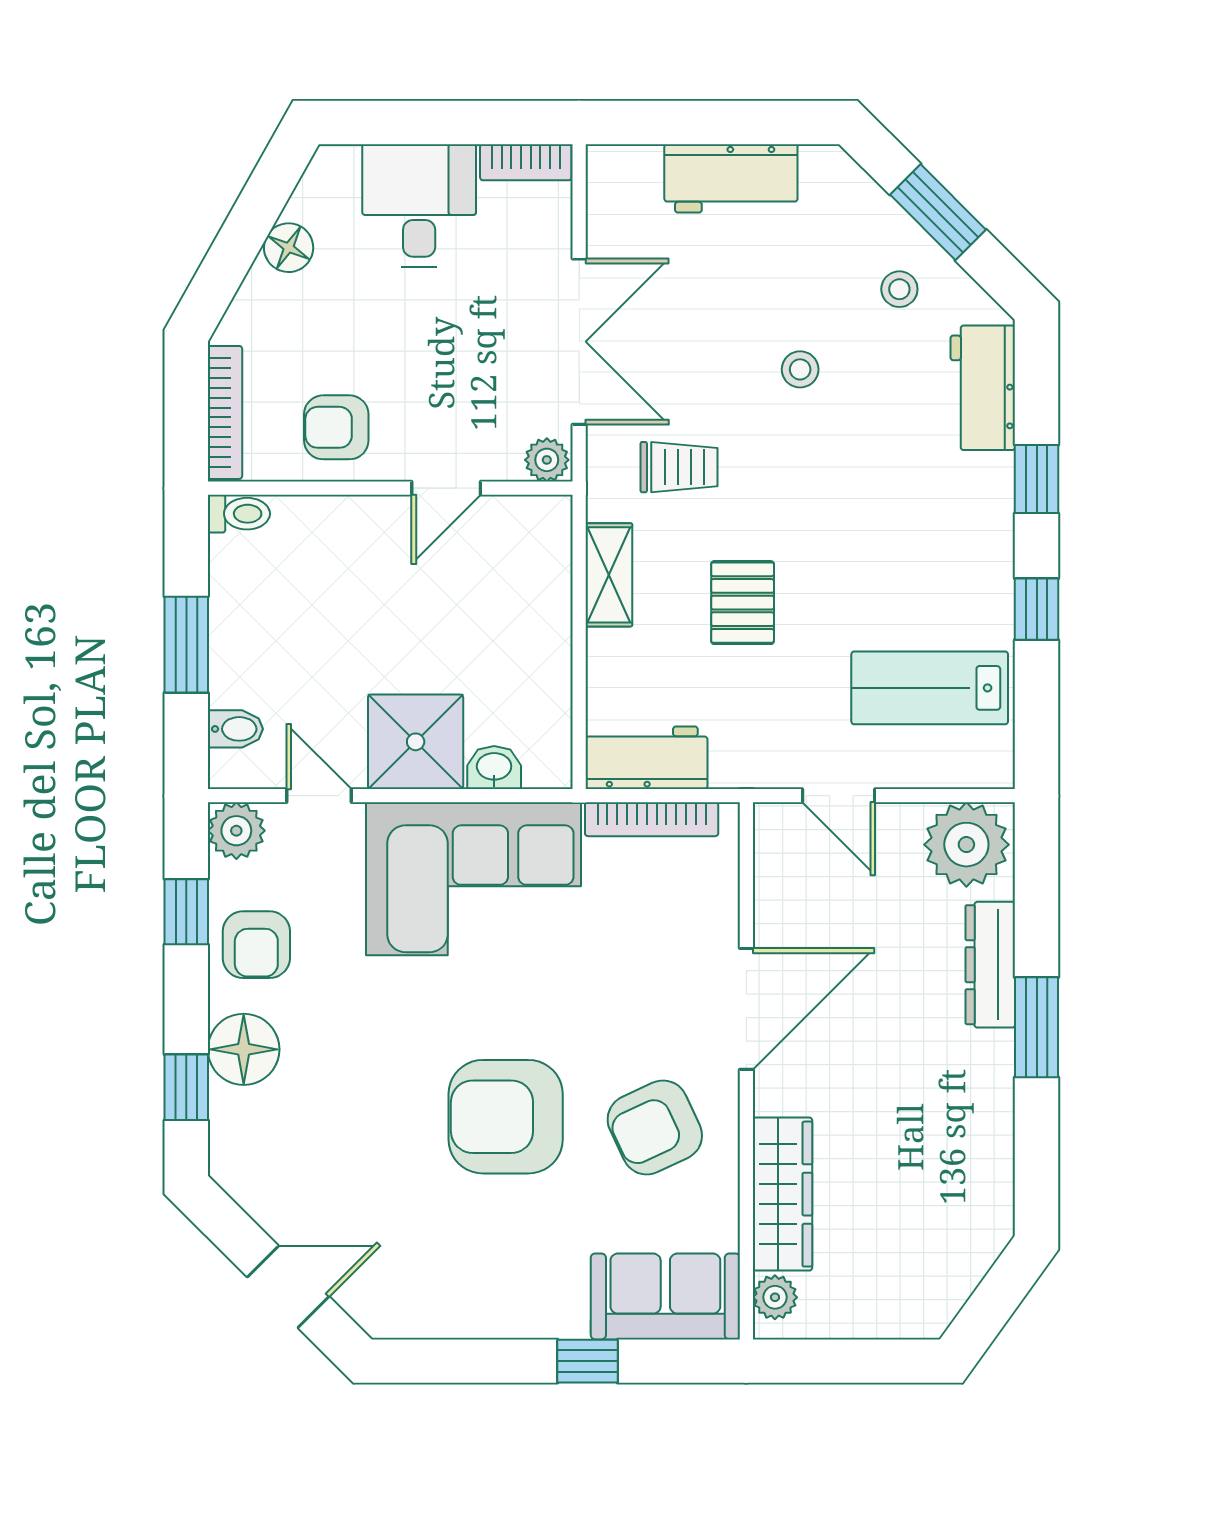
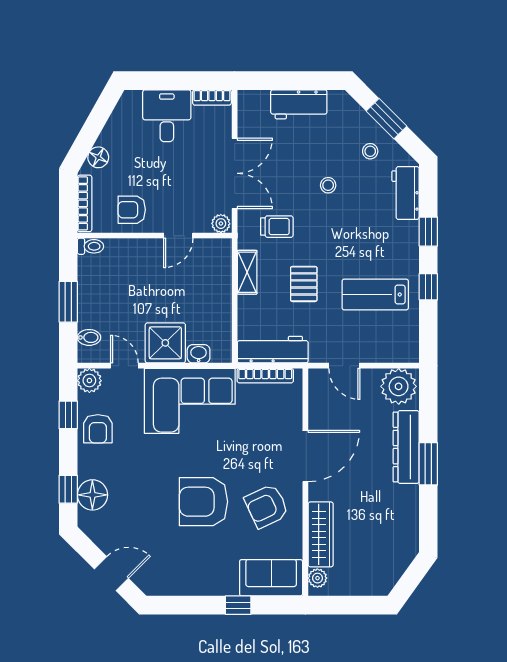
floor lamp: (289, 248) -> (98, 157), moved
lab bench: (930, 688) -> (375, 294), moved
workbench: (646, 758) -> (273, 350), width x1.38
dresser: (990, 965) -> (406, 447), width x1.37, depth x1.24
floor lamp: (244, 1049) -> (92, 495), moved

